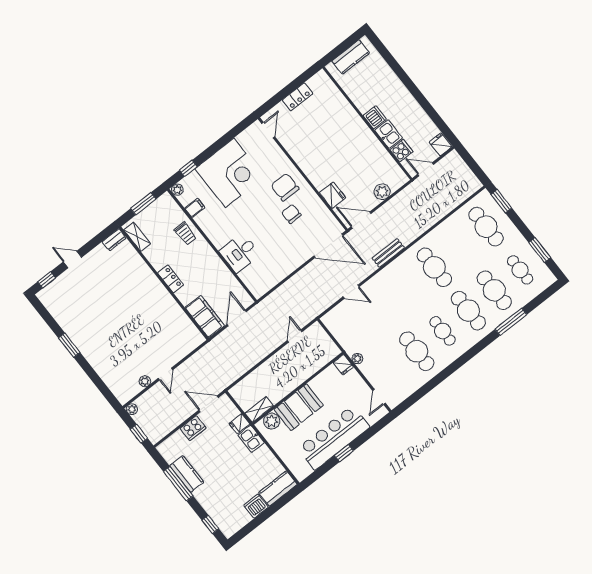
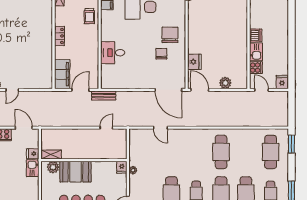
bench: (388, 253) -> (104, 96), moved

